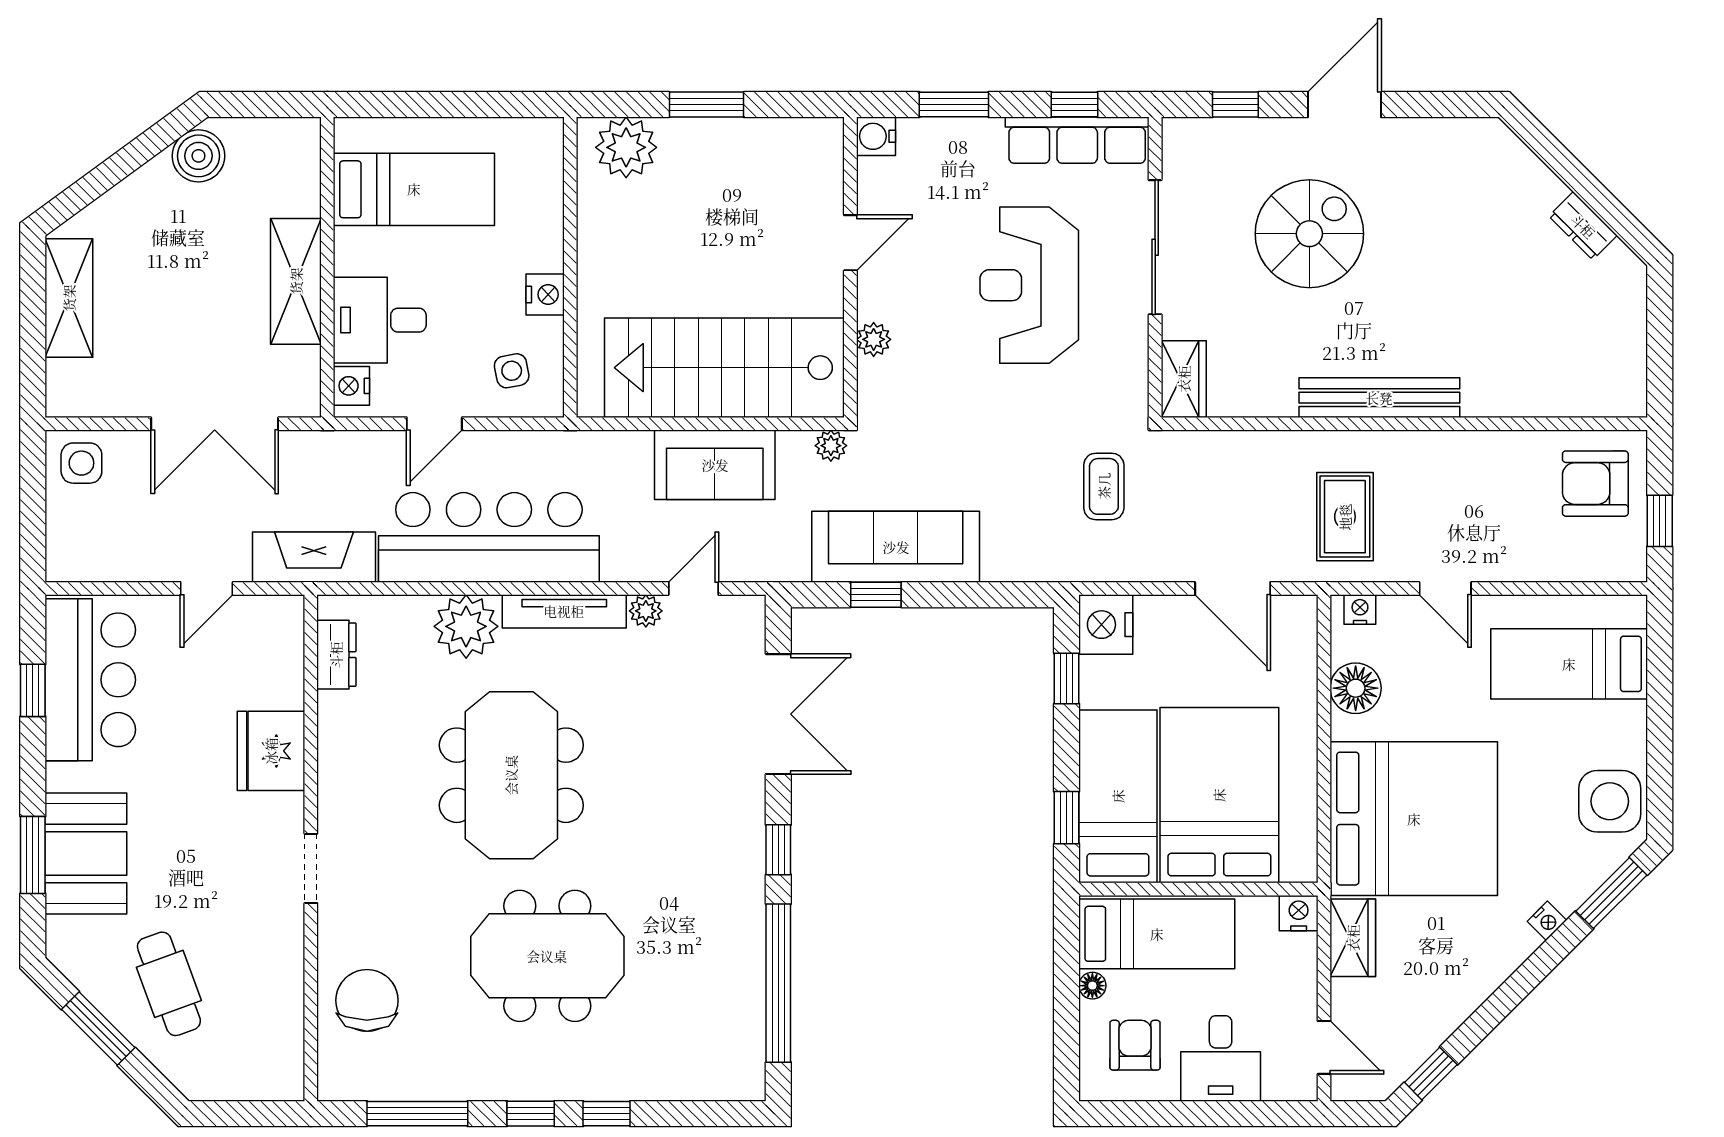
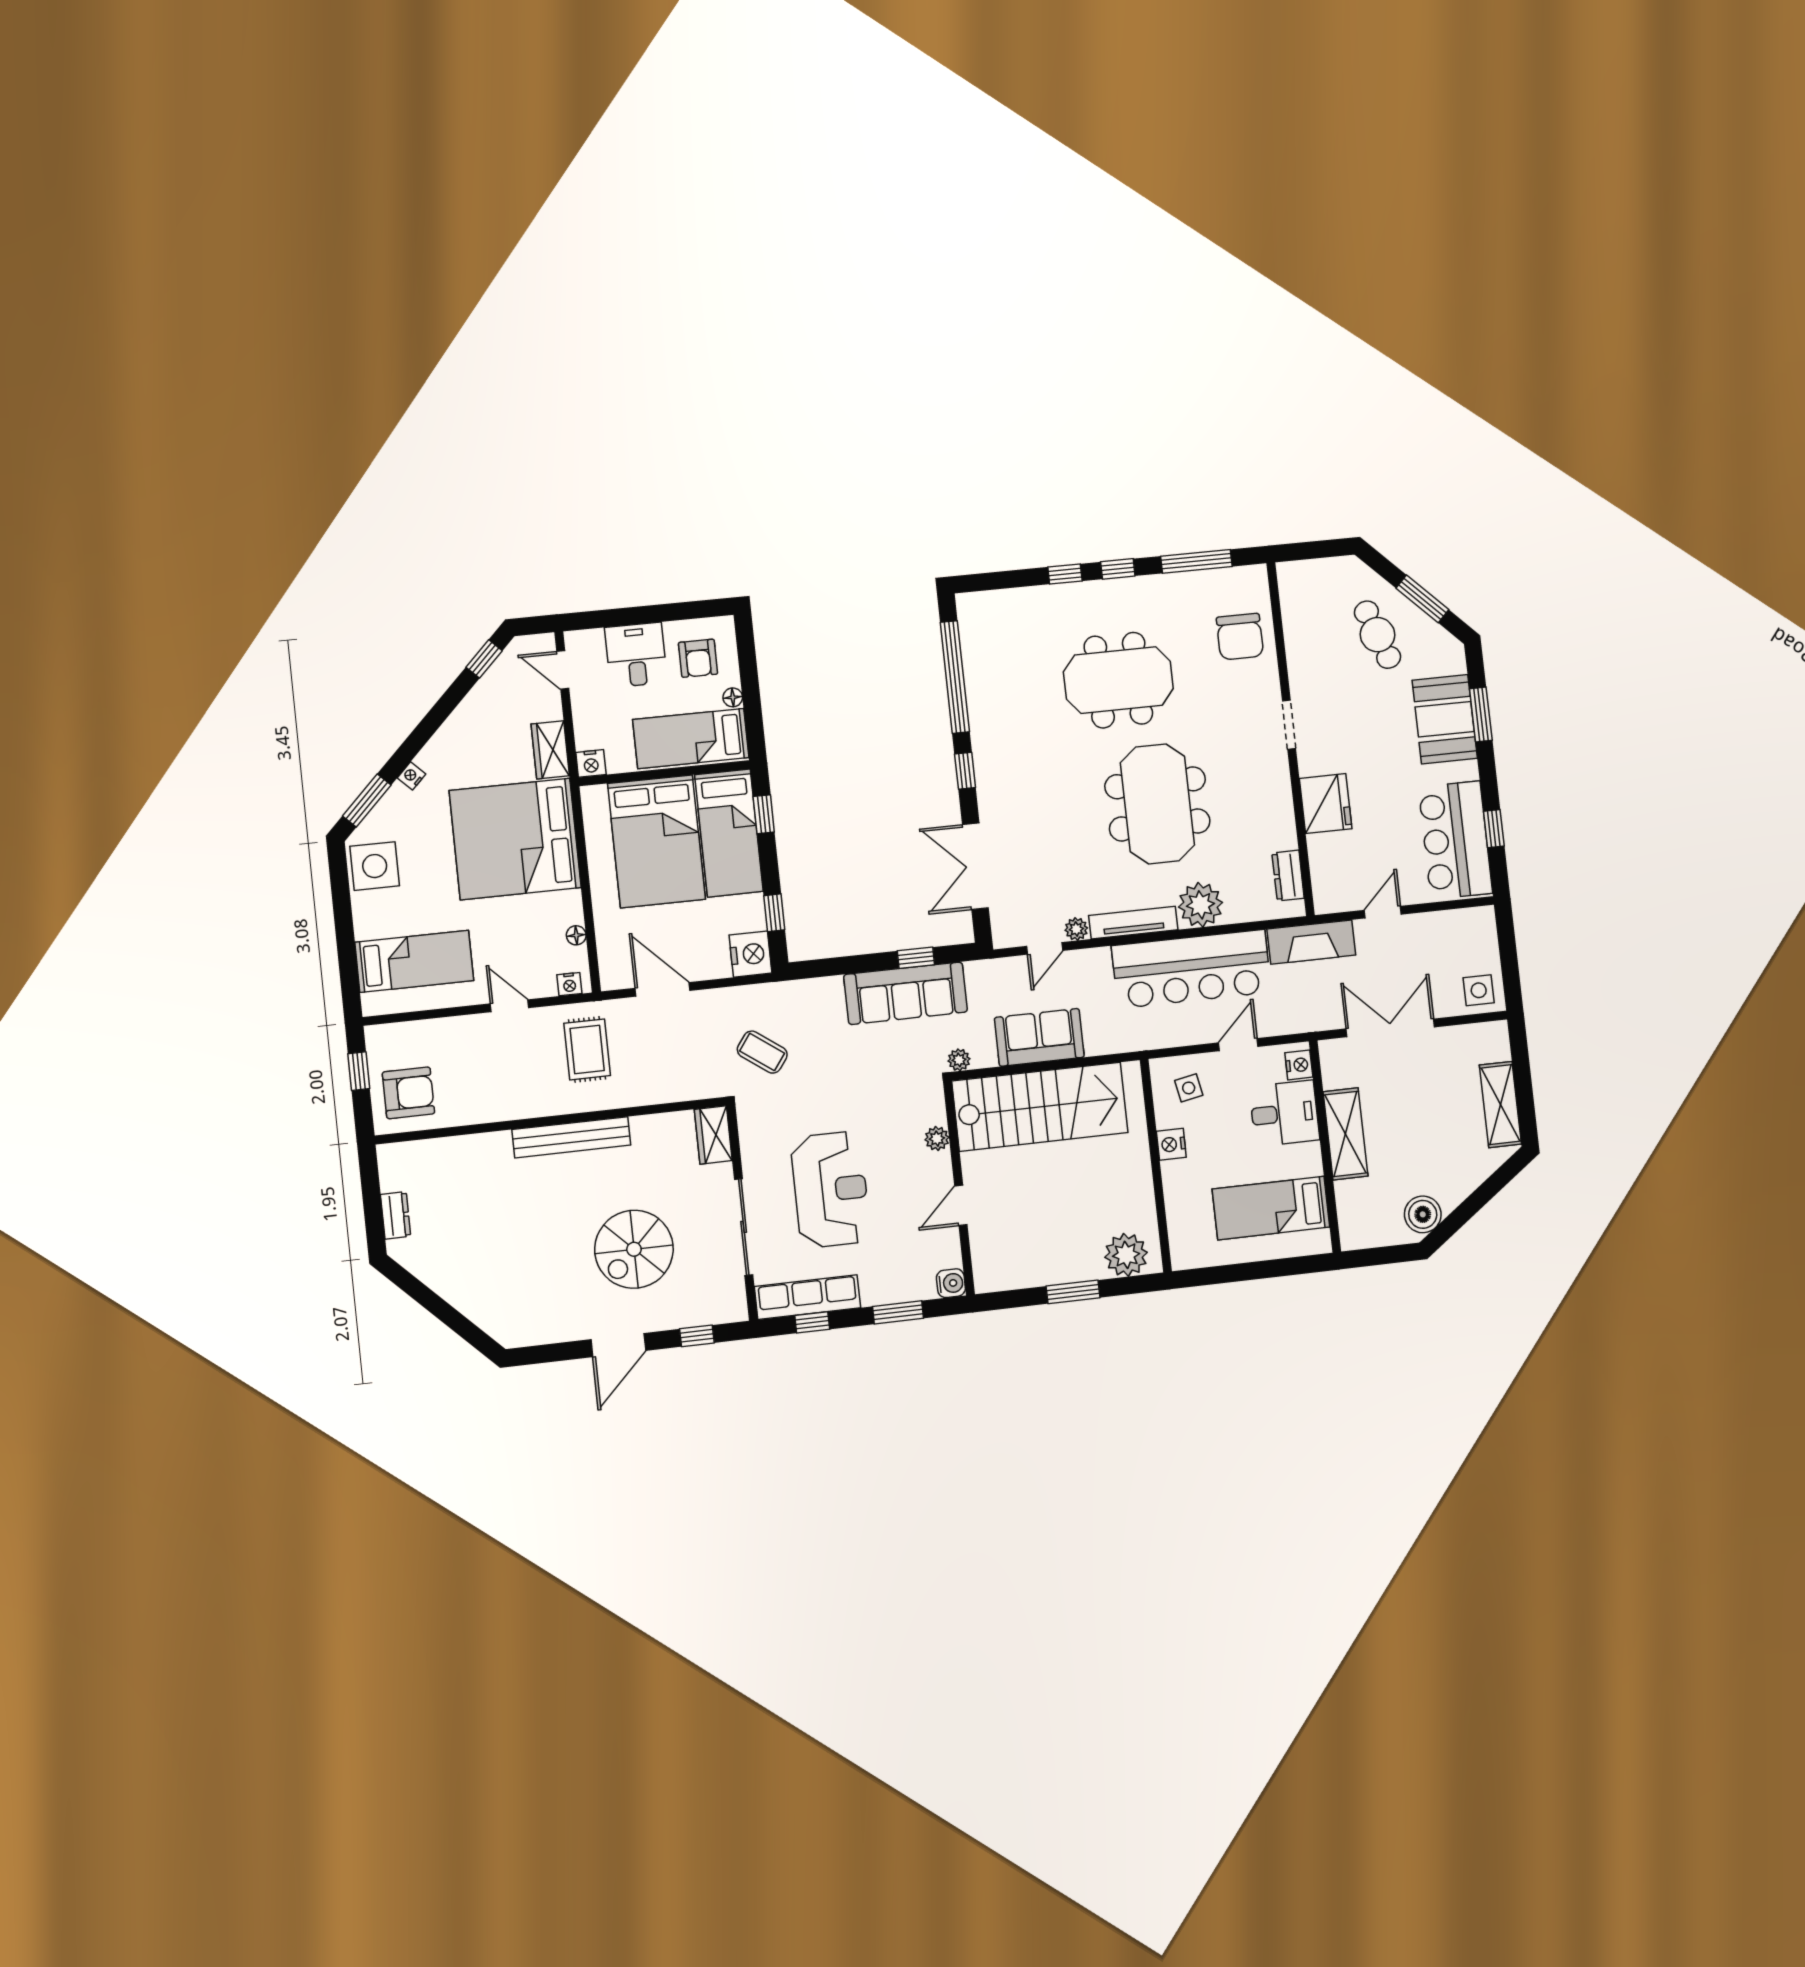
dresser: (1583, 226) -> (396, 1215), moved, turned 45
coffee table: (1104, 486) -> (762, 1052), turned -54
floor lamp: (1356, 688) -> (576, 935), width x0.53, depth x0.53

